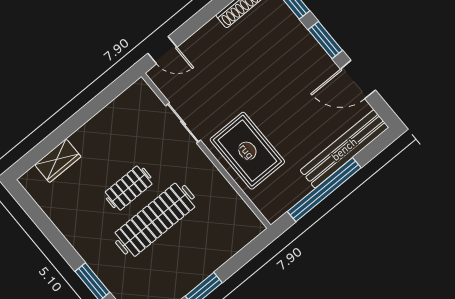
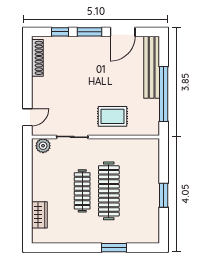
plant: (144, 97) -> (43, 146), added
rug: (247, 151) -> (113, 116), width x0.73, depth x0.70
clothes rail: (129, 188) -> (82, 191), width x1.36

